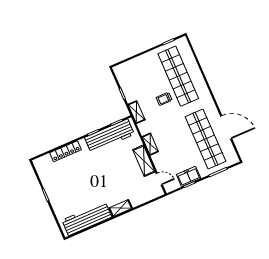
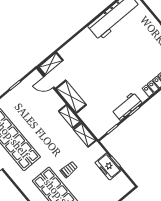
shelving: (137, 112) -> (85, 135), moved
workbench: (109, 136) -> (127, 106), width x0.53, depth x0.76
freezer: (189, 176) -> (108, 167), moved, turned 90
shelving: (121, 208) -> (51, 64), moved

